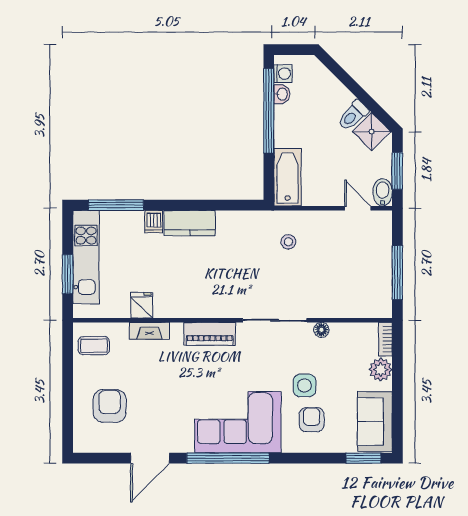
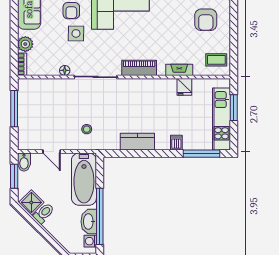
washbasin: (282, 94) -> (89, 222), width x1.91, depth x1.45
bathtub: (288, 177) -> (84, 179), width x1.36, depth x1.36
door: (358, 208) -> (52, 151), moved
kitchen counter: (190, 223) -> (137, 142), moved

